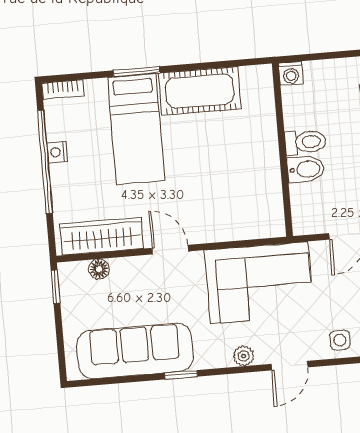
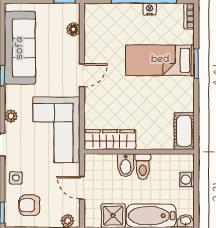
washing machine: (291, 74) -> (187, 180), moved
cot: (200, 91) -> (184, 131), moved, width x0.73, depth x0.75
wardrobe: (102, 236) -> (110, 140), moved, turned -90

